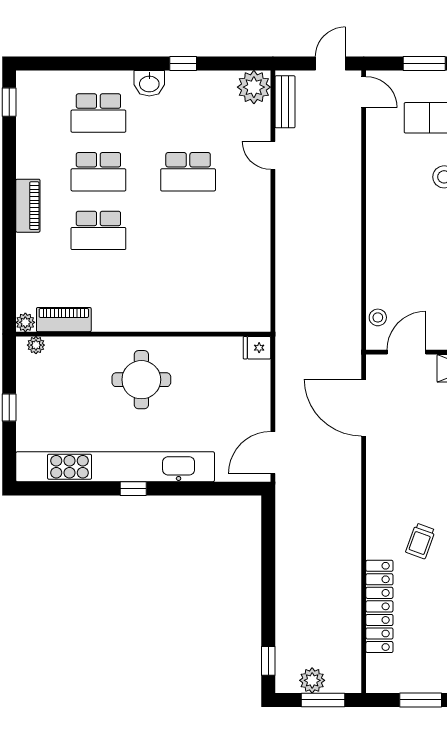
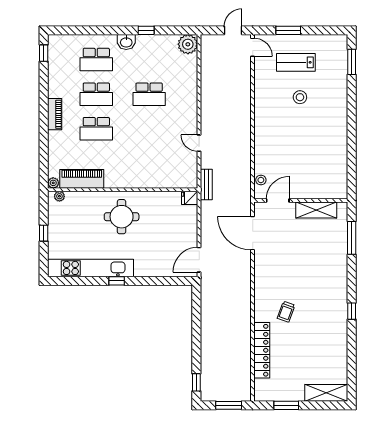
bench: (285, 102) -> (206, 184), moved
door: (273, 155) -> (199, 143), moved
piano: (64, 320) -> (82, 179), width x1.37, depth x1.33
kitchen unit: (115, 467) -> (91, 268), width x0.73
plant: (312, 680) -> (222, 394), removed

